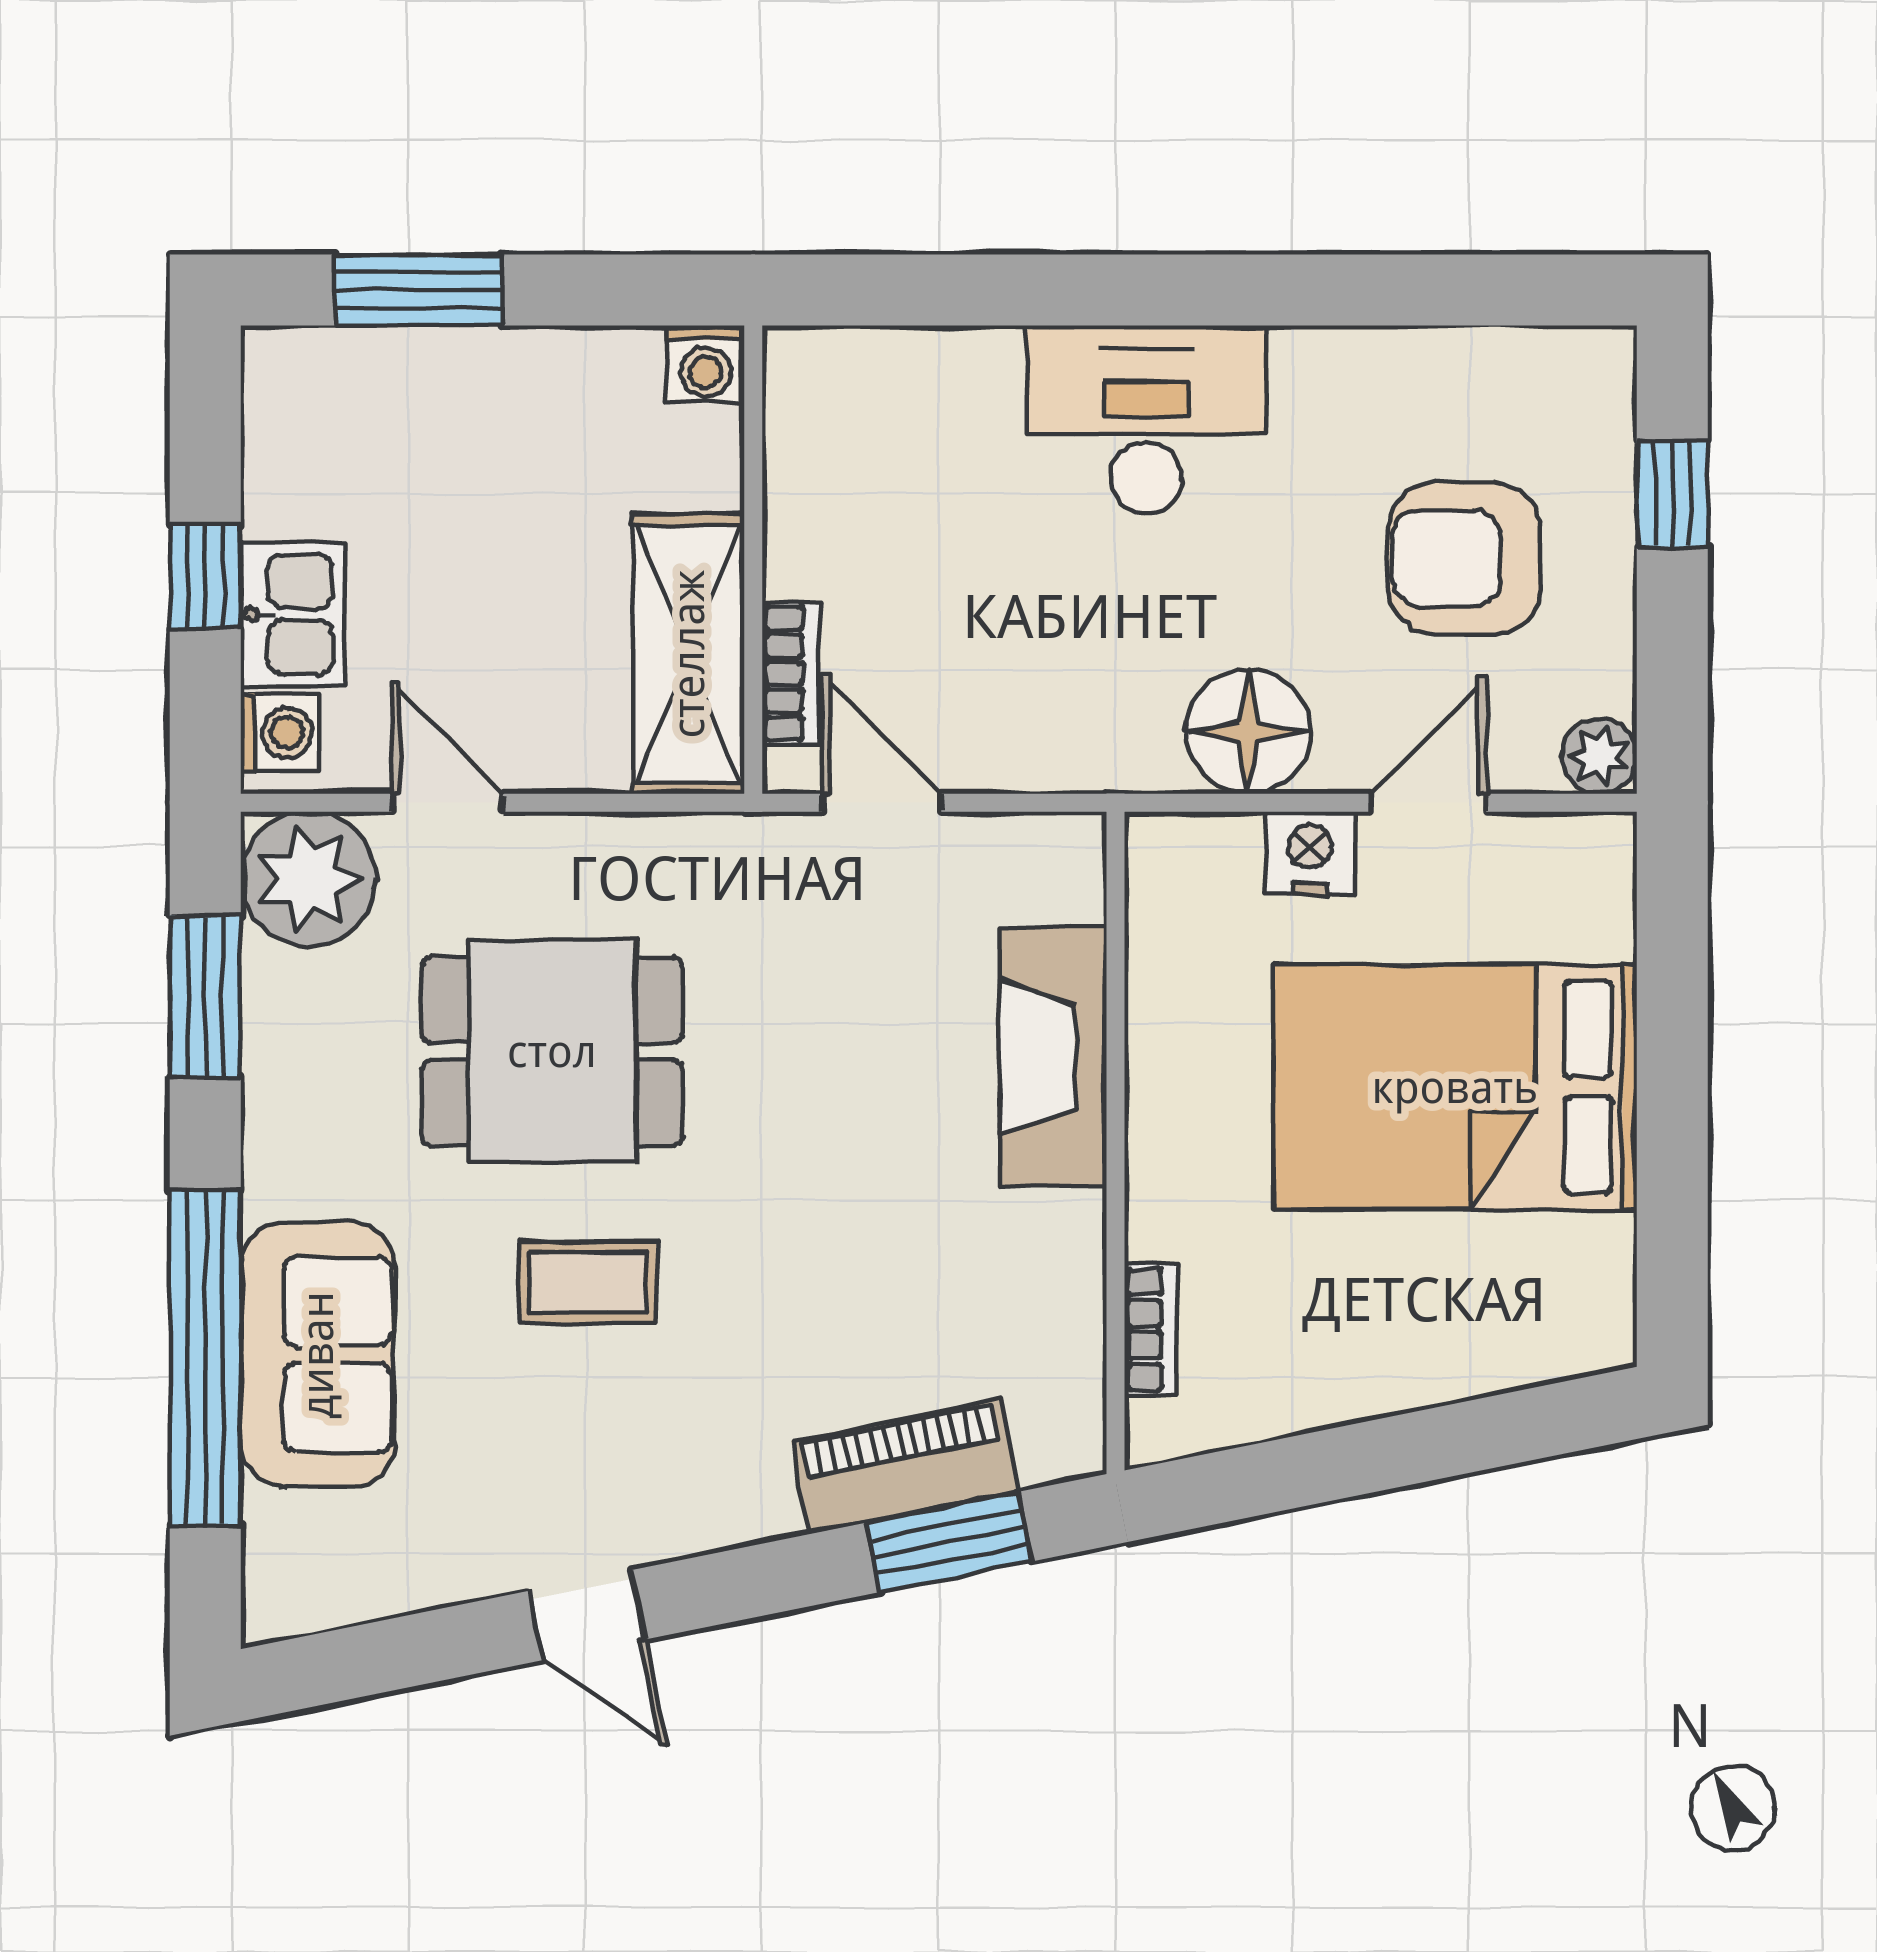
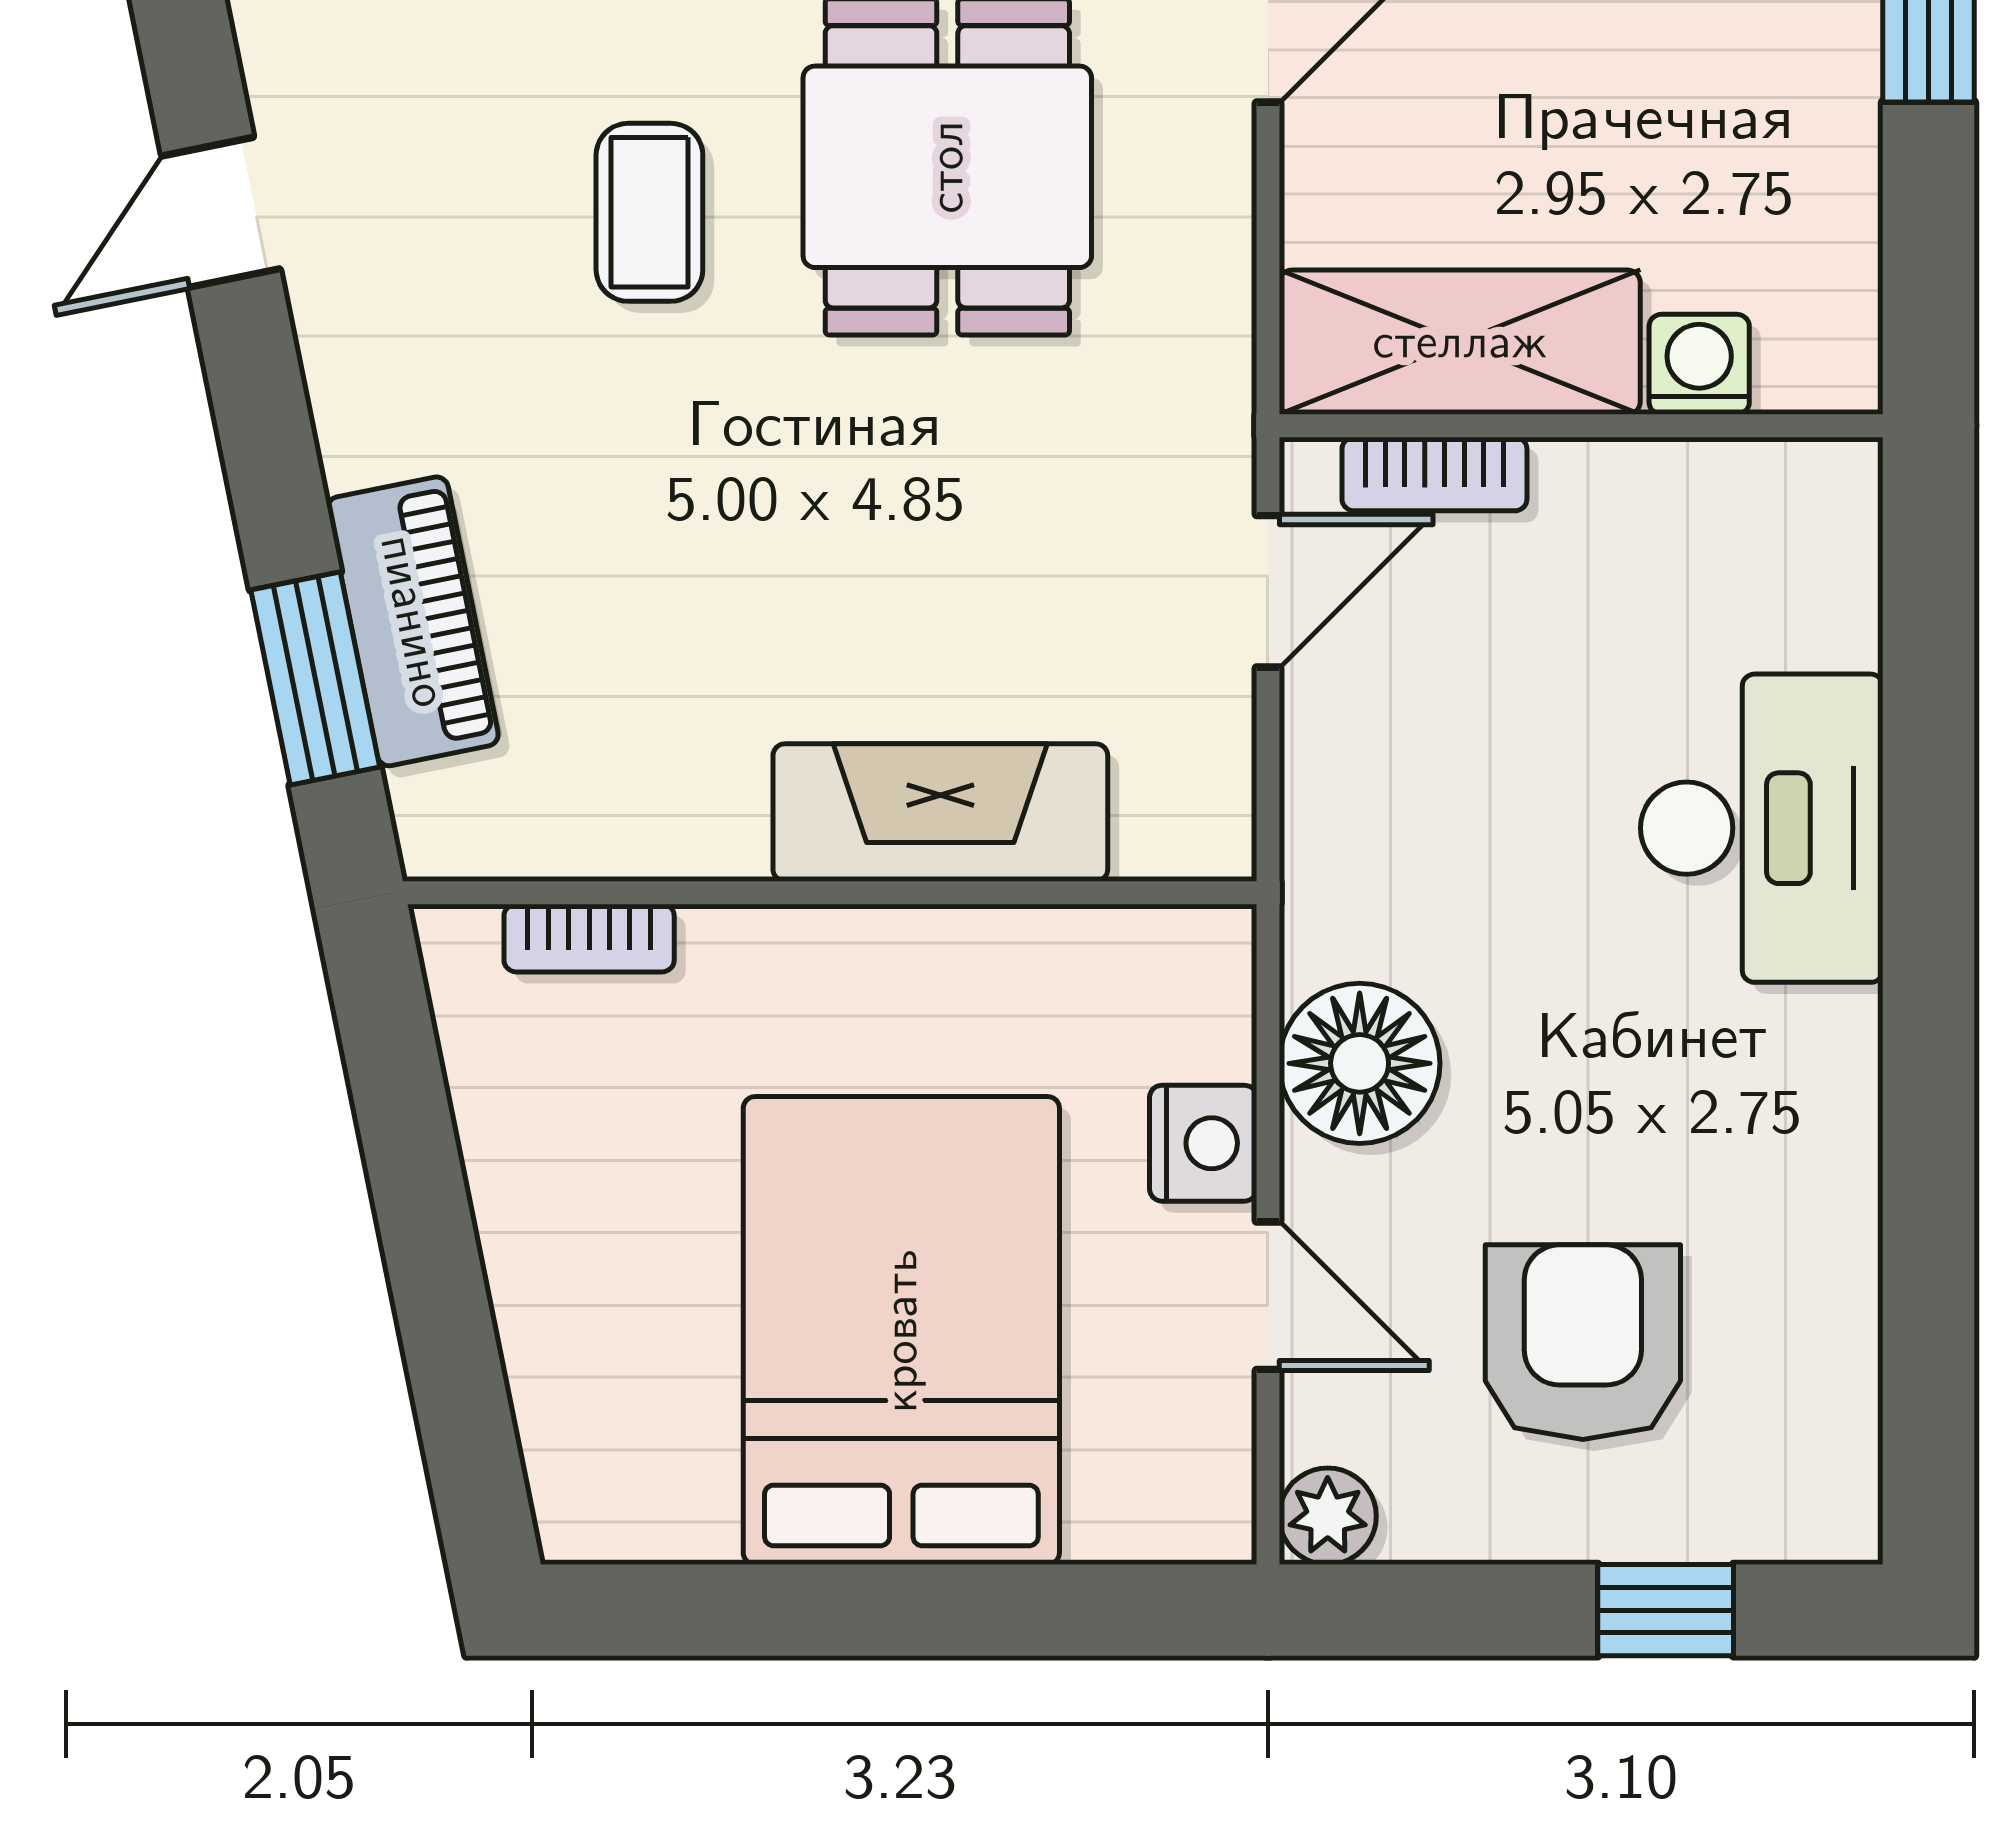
washing machine: (706, 364) -> (1699, 364), moved, turned 90
desk: (1146, 419) -> (1762, 828), moved

